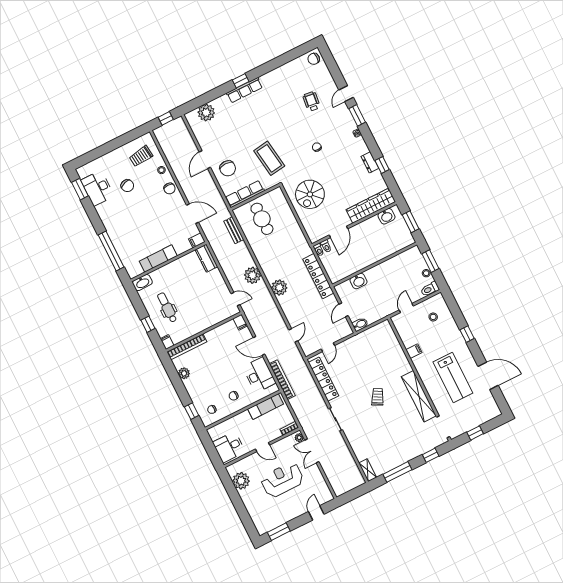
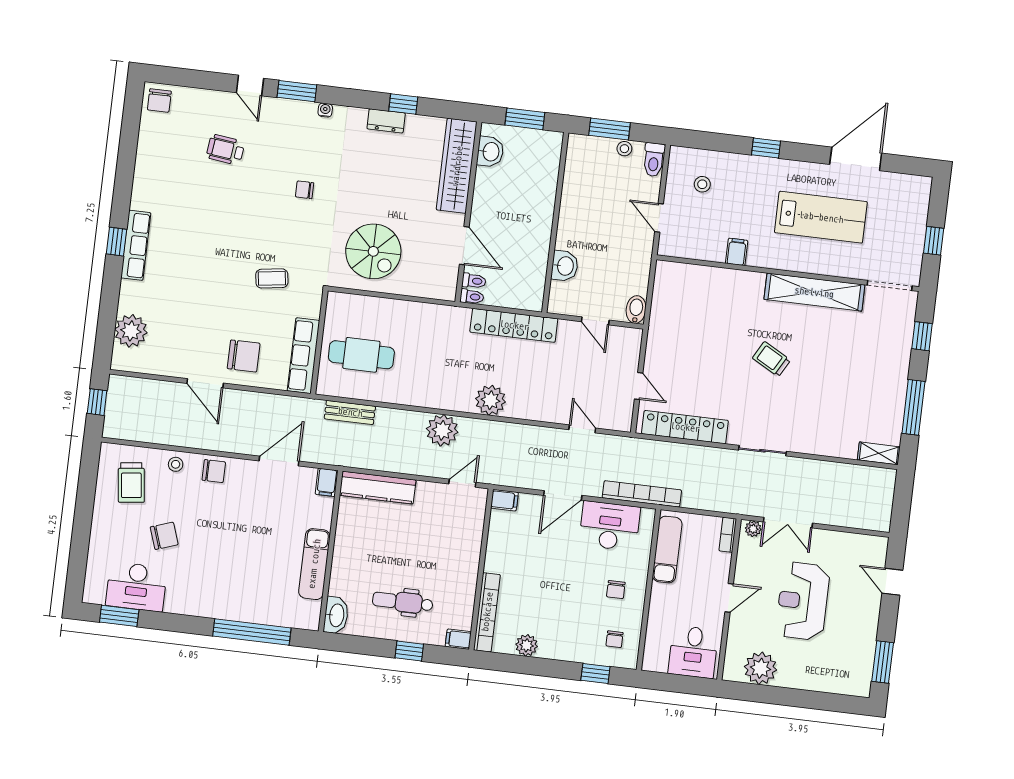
coffee table: (269, 158) -> (272, 278), width x0.54, depth x0.58
kitchen counter: (206, 258) -> (378, 488), width x1.50

